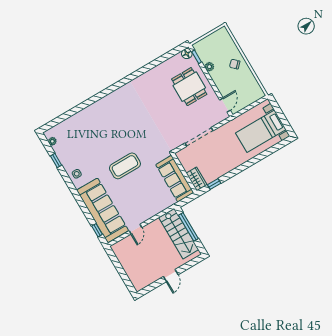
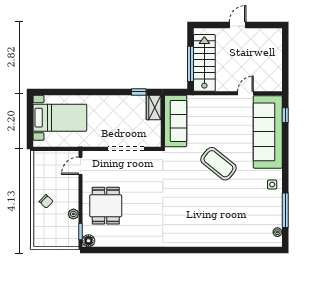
window: (56, 161) -> (285, 210), width x2.17
coffee table: (125, 166) -> (218, 164), turned 39

